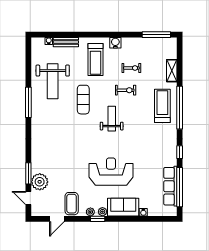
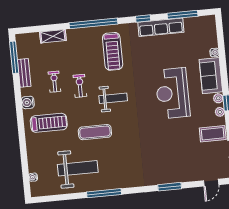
bench: (66, 42) -> (24, 73), moved
treadmill: (162, 106) -> (113, 51), moved, turned -90
weight bench: (112, 119) -> (113, 98), turned 180
window: (28, 173) -> (170, 187), moved
plant: (40, 182) -> (192, 172), removed
row of seats: (170, 186) -> (161, 27), moved
window: (180, 187) -> (182, 15), width x0.68

